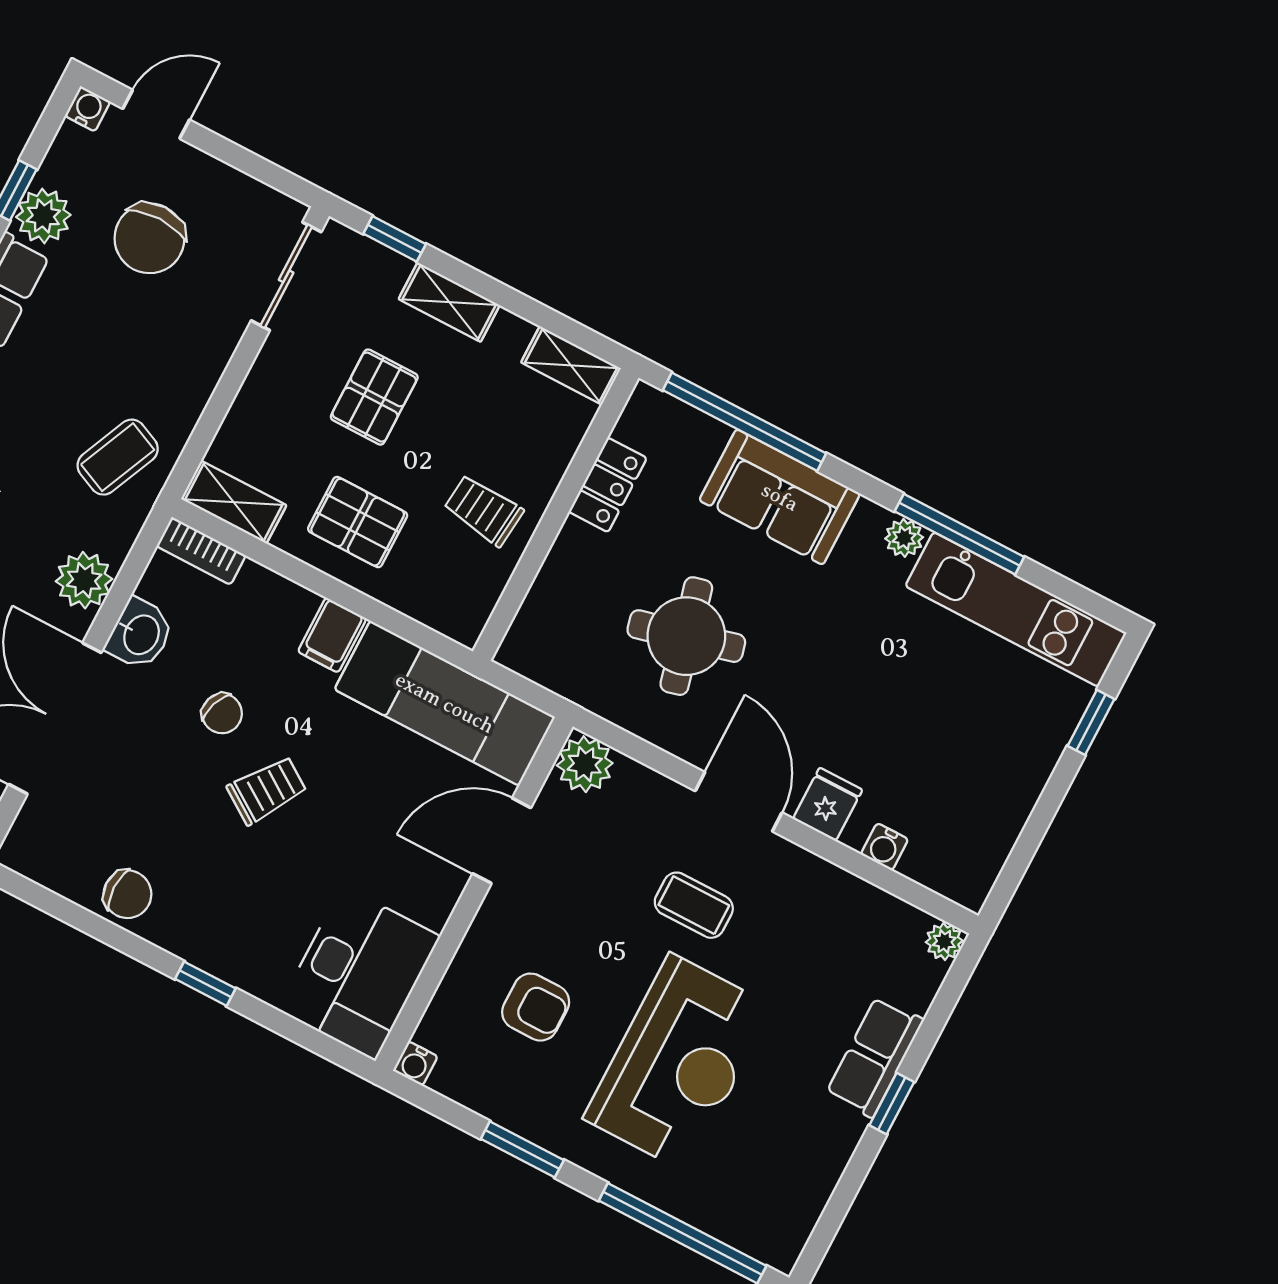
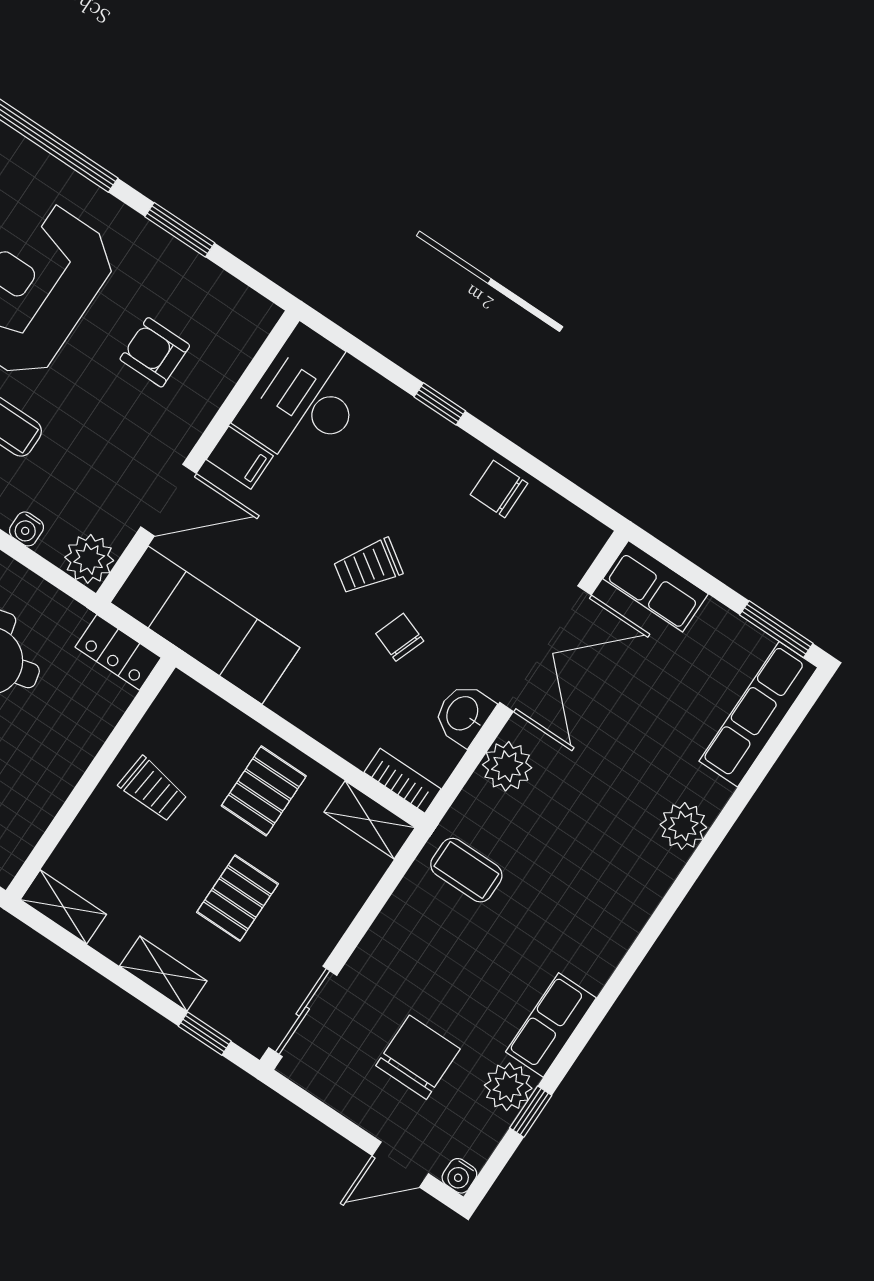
coffee table: (118, 457) -> (466, 870), turned 66
locker: (608, 485) -> (118, 652), moved, turned -90
pallet: (358, 522) -> (264, 791), turned 90
filing cabinet: (332, 635) -> (240, 458), moved, turned 90
water cooler: (415, 1063) -> (27, 529), moved, turned 180

